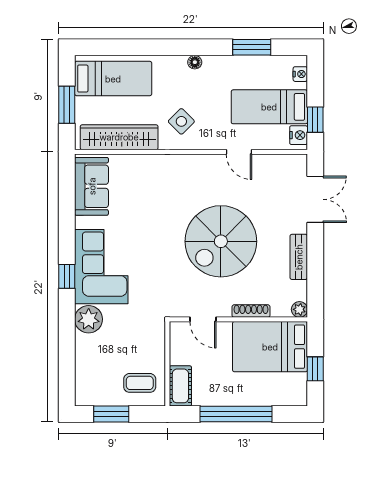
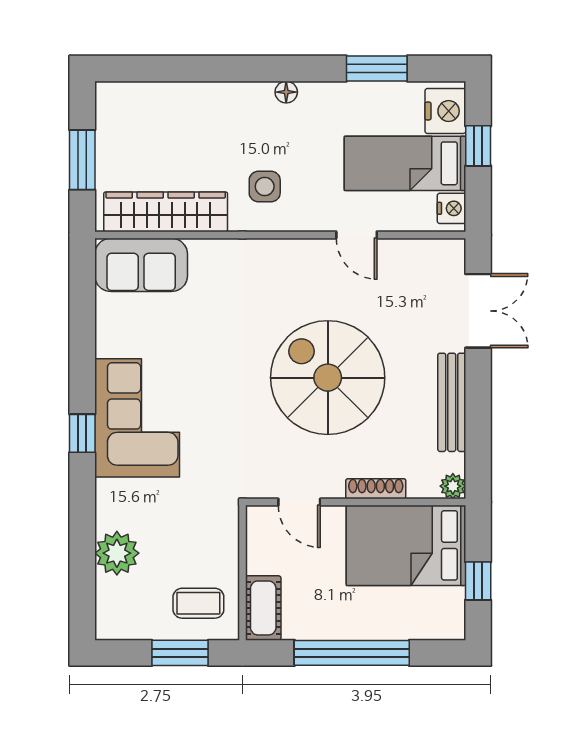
nightstand: (300, 74) -> (445, 111), width x1.89, depth x1.79
bed: (113, 79) -> (156, 118), removed
window: (315, 120) -> (478, 146), moved
side table: (181, 121) -> (265, 186), turned 45
sofa: (92, 186) -> (141, 265), moved, turned 90
spiral stairs: (221, 241) -> (328, 378), turned 90
bench: (299, 257) -> (452, 402), width x1.36
plant: (89, 319) -> (117, 553), moved
window: (111, 414) -> (180, 653), moved

